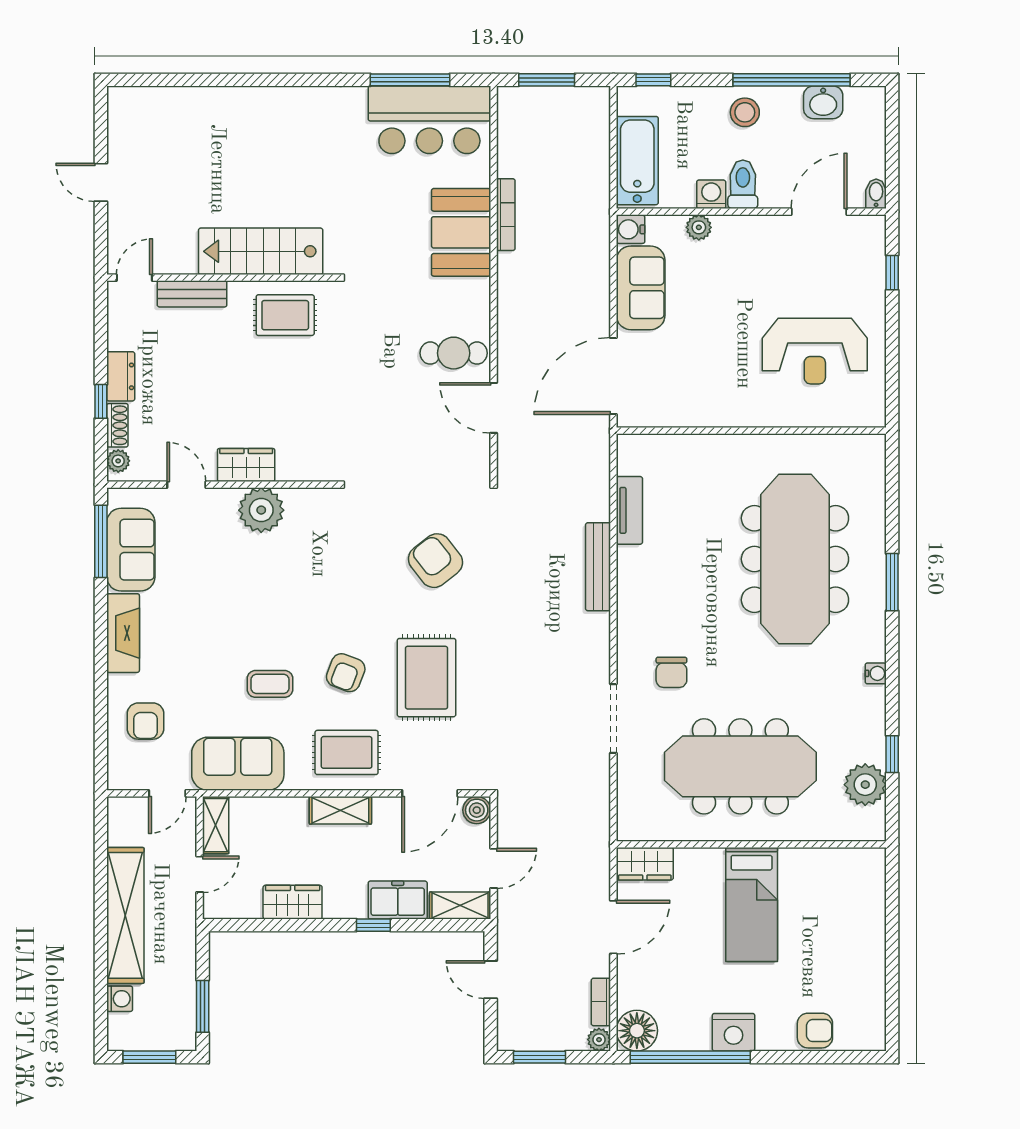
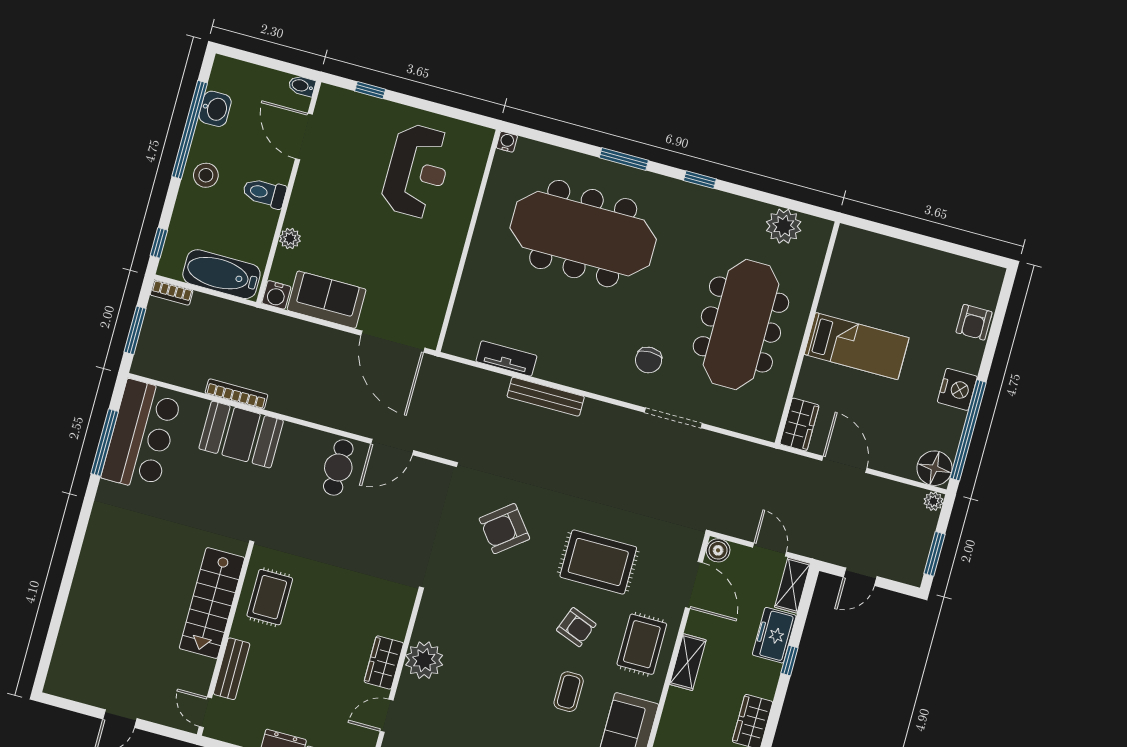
washing machine: (711, 194) -> (266, 221), removed
chair: (671, 672) -> (649, 360), turned 90
water cooler: (876, 673) -> (507, 142), moved
window: (892, 754) -> (700, 180), moved
bookcase: (601, 1002) -> (172, 293), moved
armchair: (815, 1031) -> (974, 322), turned 180

